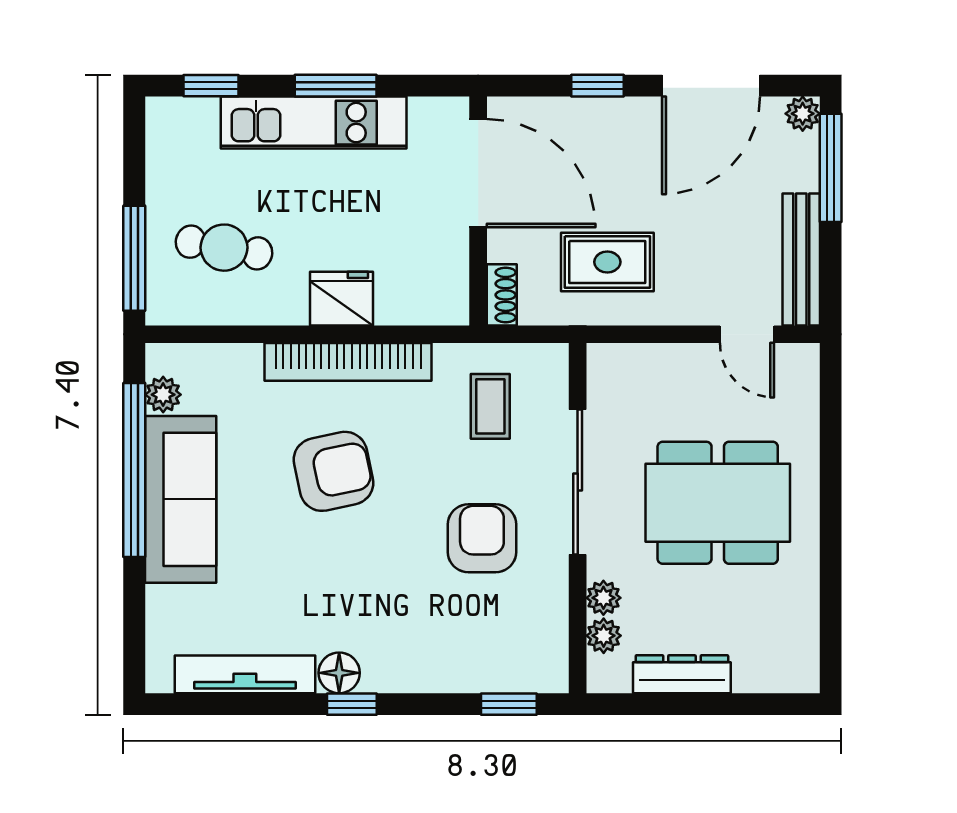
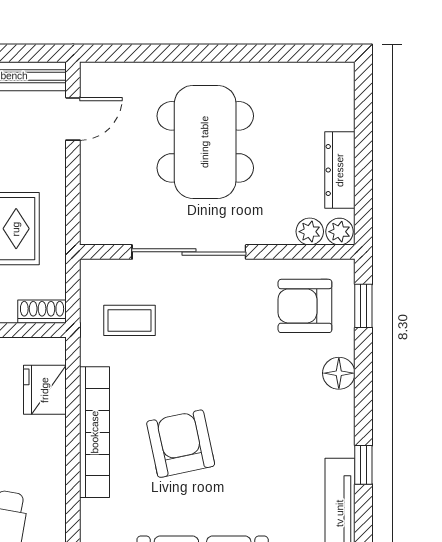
fridge: (342, 299) -> (45, 390), moved
armchair: (482, 538) -> (305, 306), moved
plant: (603, 598) -> (340, 232), moved
floor lamp: (339, 673) -> (339, 373), moved
window: (352, 704) -> (363, 465), moved

